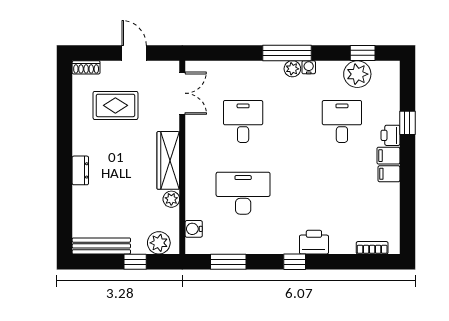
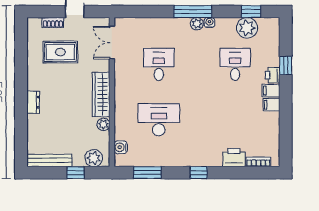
shoe rack: (86, 67) -> (53, 23), moved
double door: (182, 93) -> (112, 43), swing flipped
printer: (314, 242) -> (234, 158), moved

